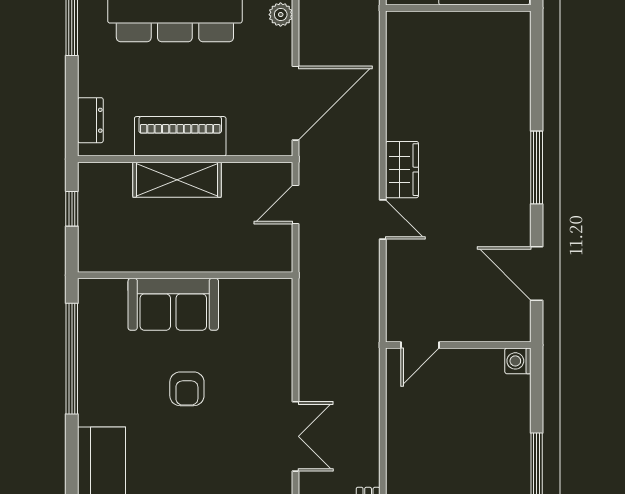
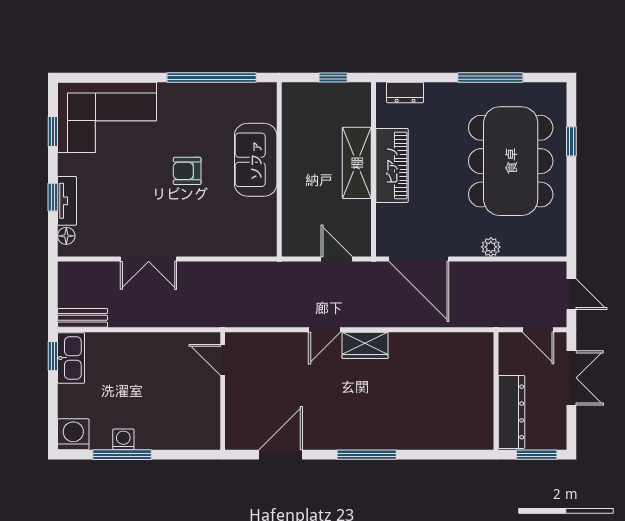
washing machine: (518, 361) -> (123, 439), moved

